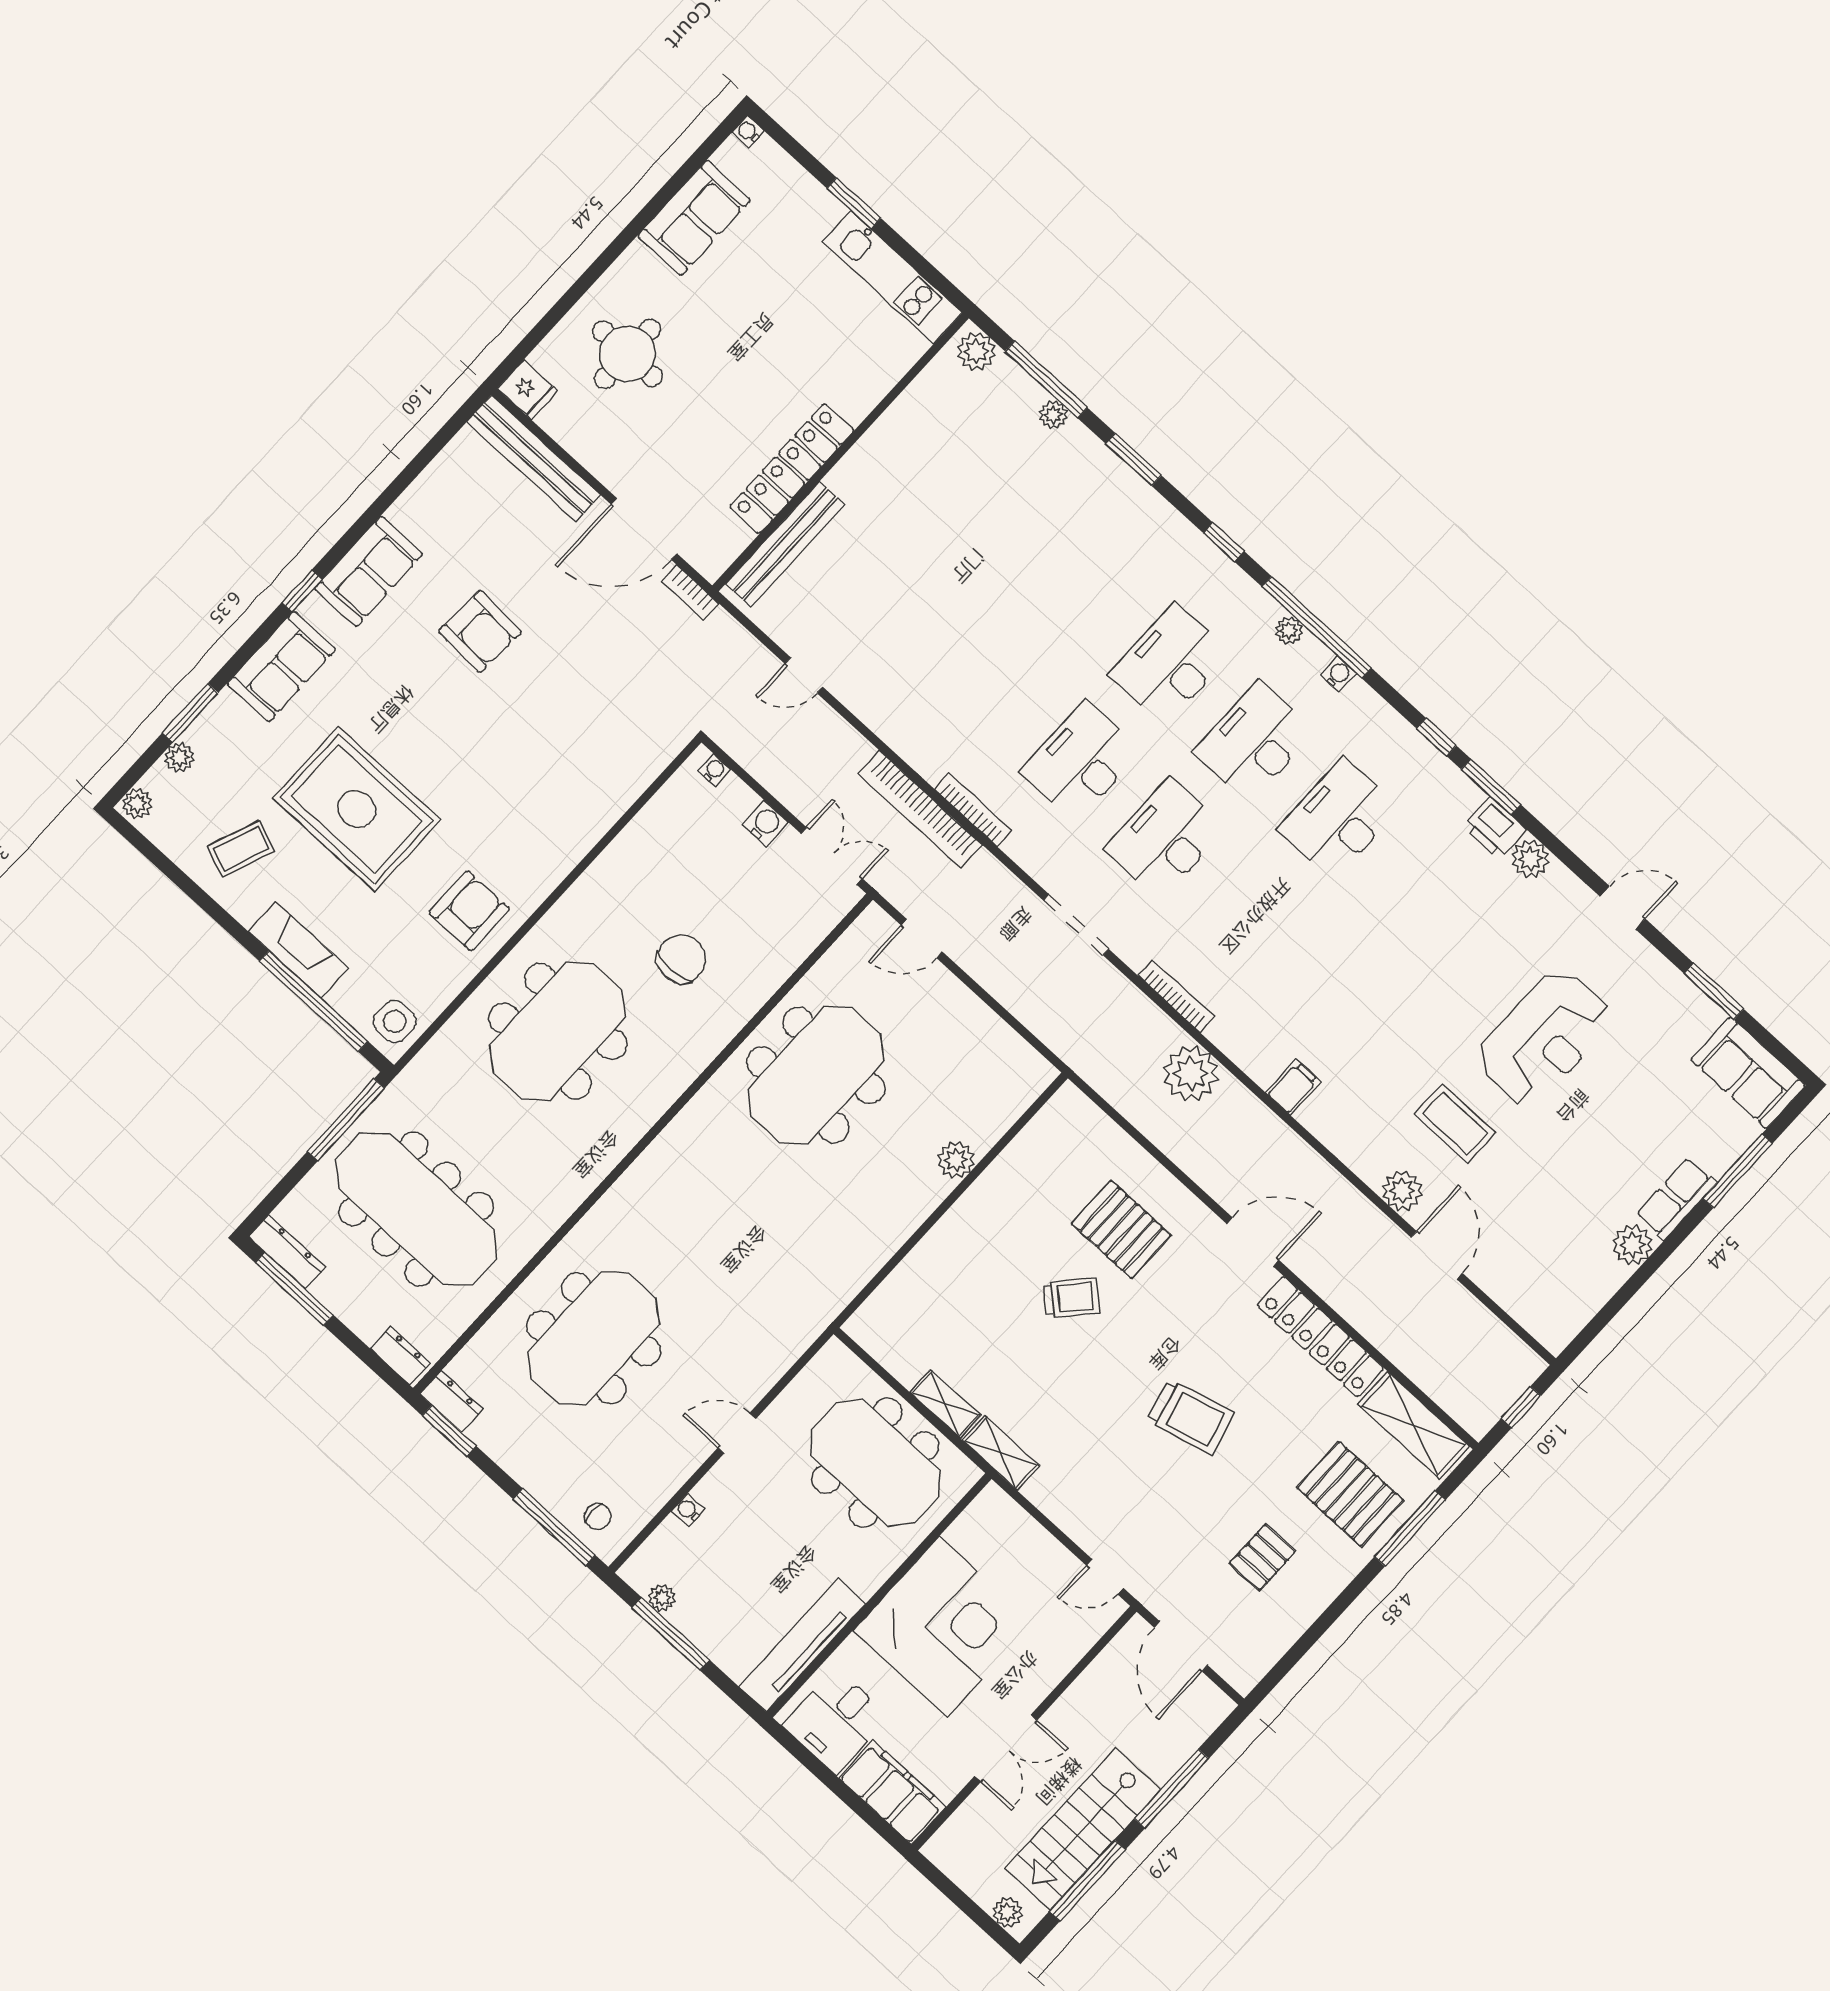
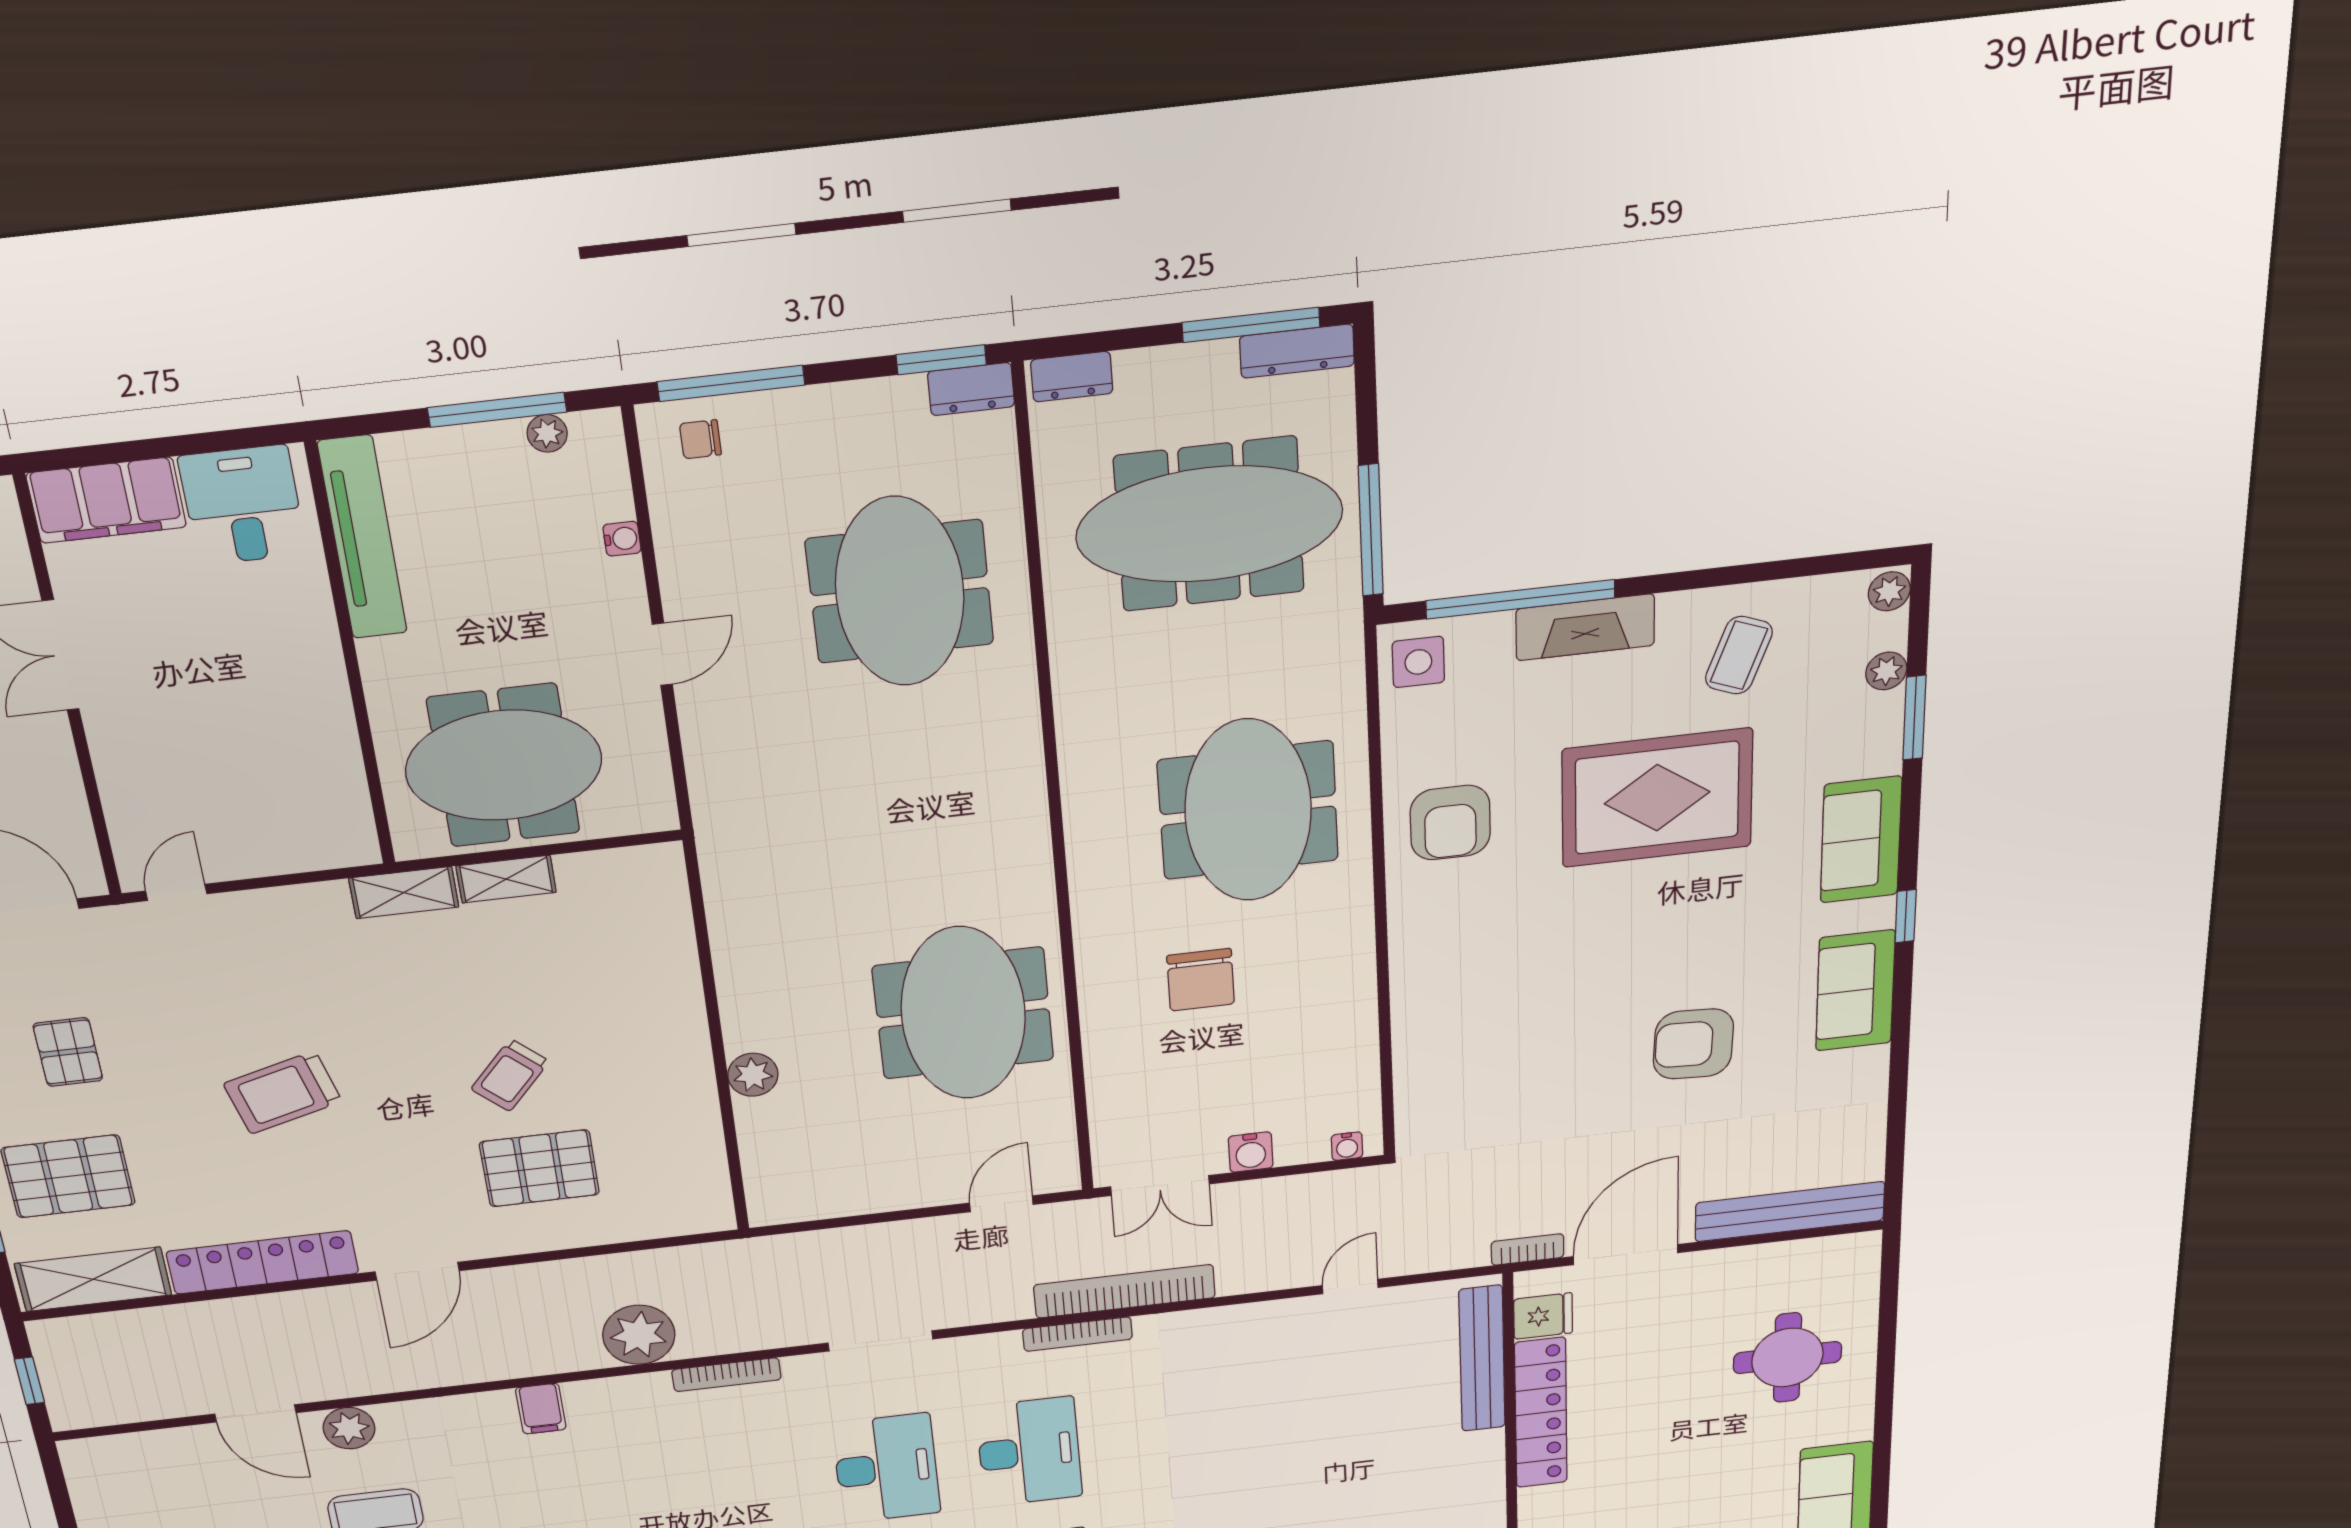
fridge: (528, 390) -> (1543, 1316), moved, turned 180
corner desk: (943, 1627) -> (258, 696), removed

